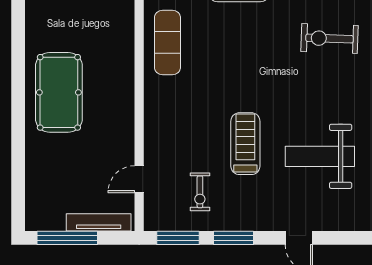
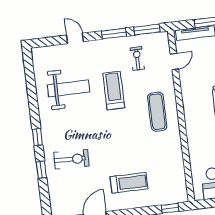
exercise mat: (167, 43) -> (157, 112), moved
treadmill: (245, 144) -> (114, 90), turned 180

